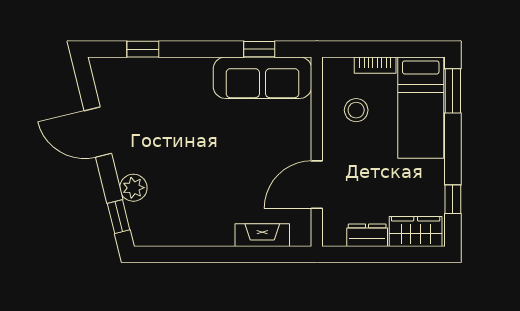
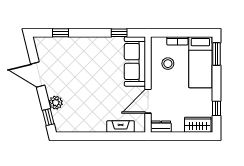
sofa: (263, 78) -> (135, 62), moved, turned 90
dresser: (367, 235) -> (161, 127), moved

